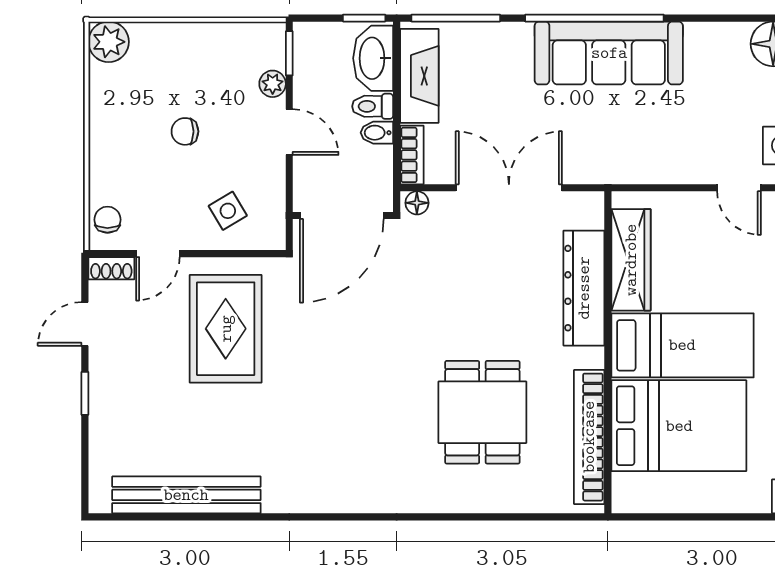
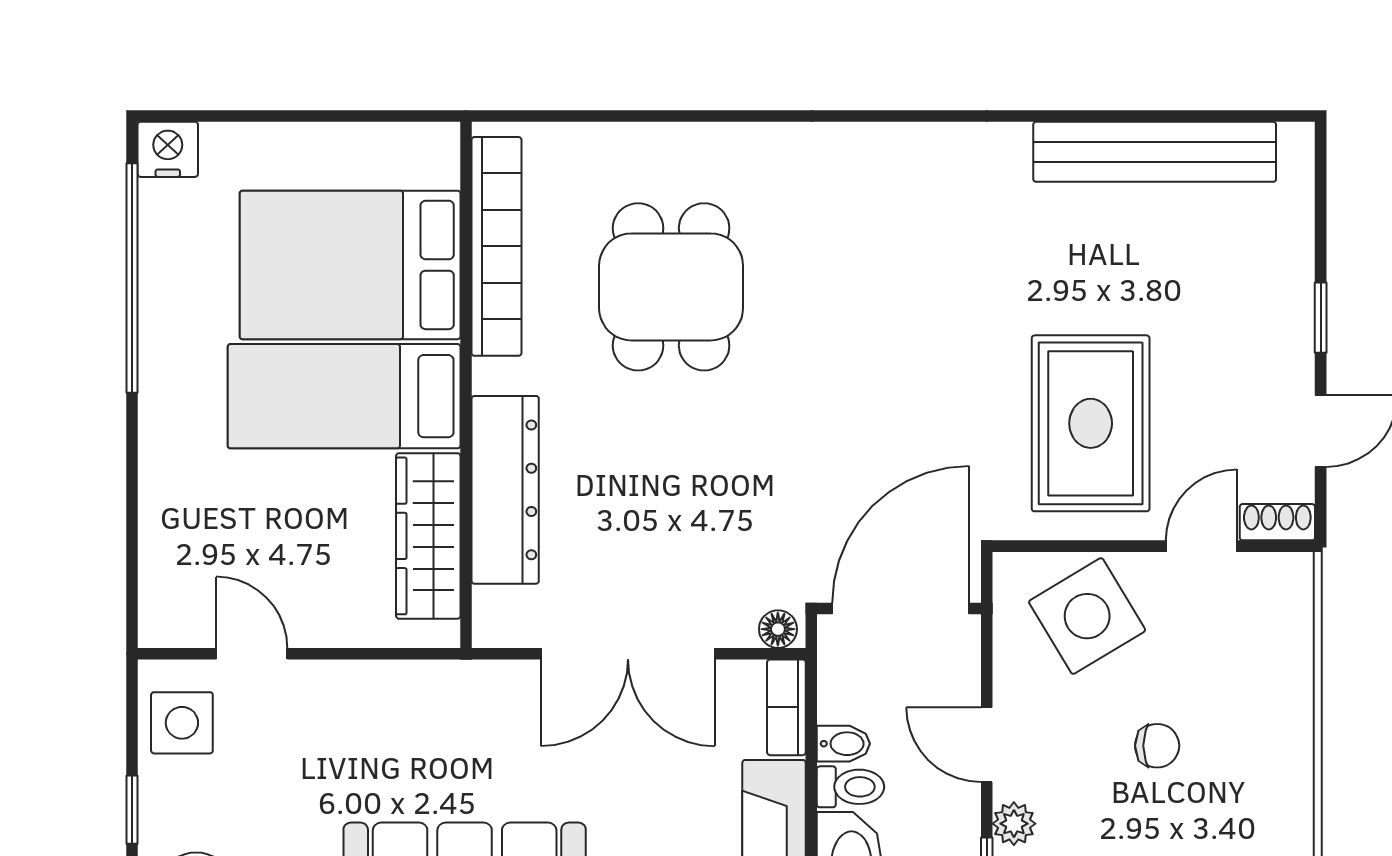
side table: (228, 211) -> (1087, 616), width x1.87, depth x1.87
chair: (107, 220) -> (1284, 602), removed

